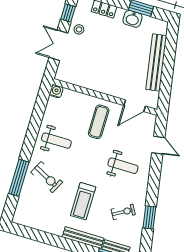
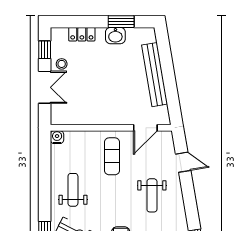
double door: (58, 45) -> (45, 87), swing flipped
weight bench: (56, 141) -> (73, 190), turned -90
weight bench: (123, 166) -> (152, 195), turned 90

